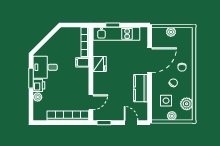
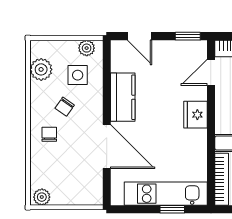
plant: (171, 32) -> (42, 197), moved
door: (150, 60) -> (107, 147), swing flipped
fridge: (100, 64) -> (195, 115), moved
plant: (172, 116) -> (87, 48), moved

